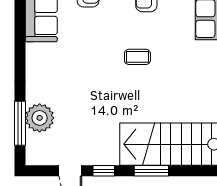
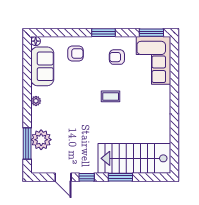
plant: (32, 63) -> (36, 101), added

